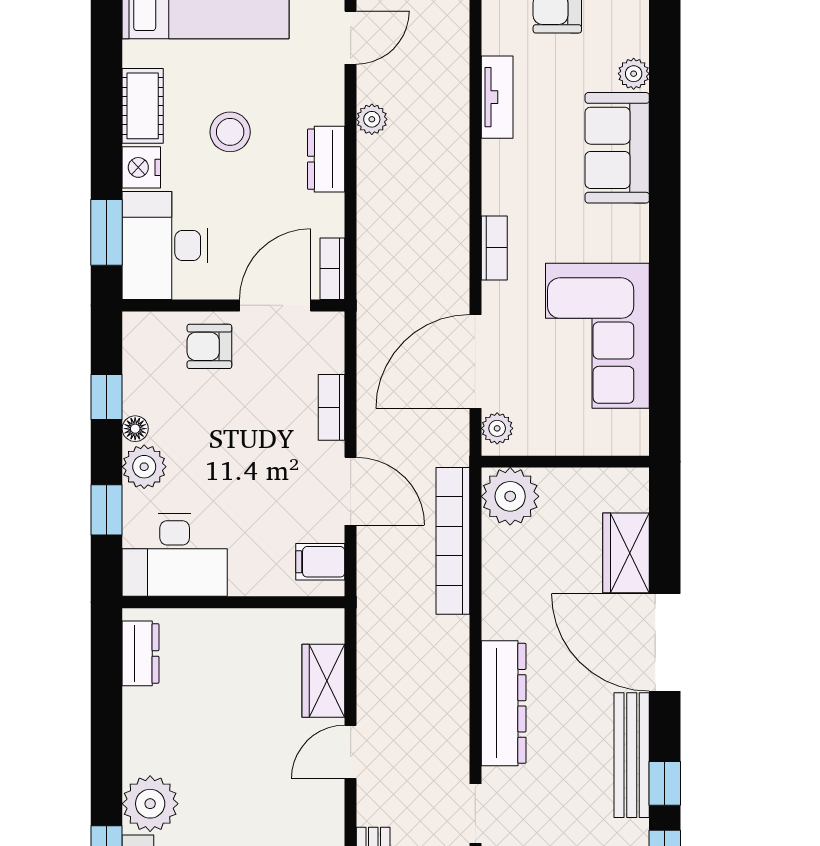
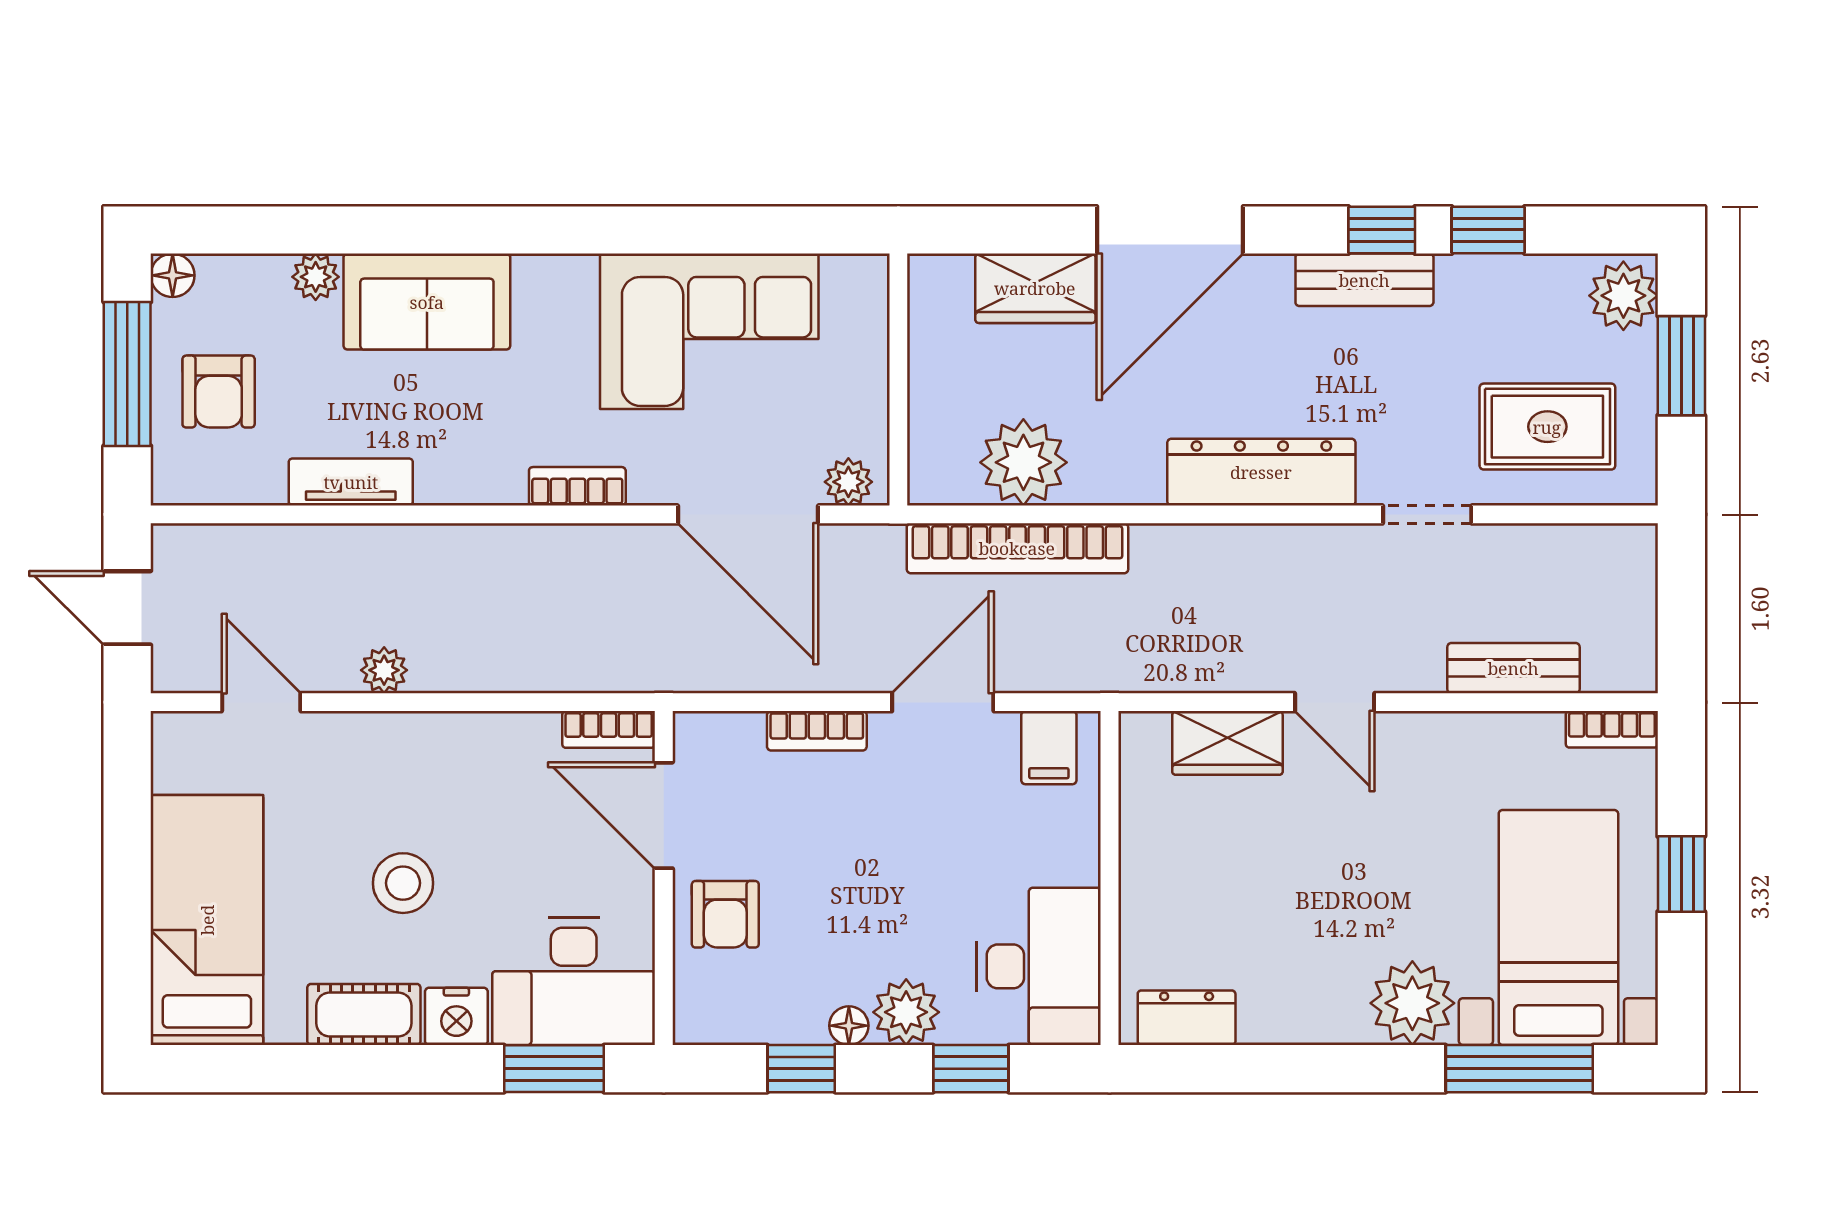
dresser: (326, 159) -> (444, 739), removed
plant: (510, 496) -> (1023, 462), moved
bench: (632, 755) -> (1364, 280), width x0.73

